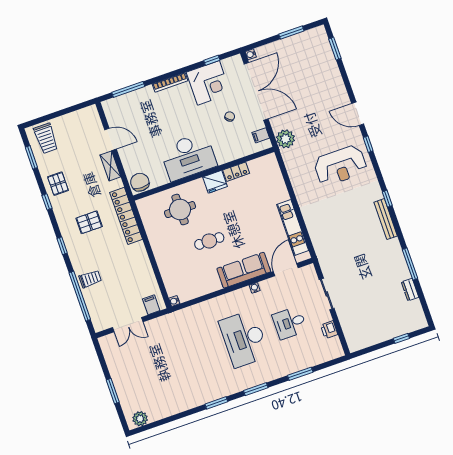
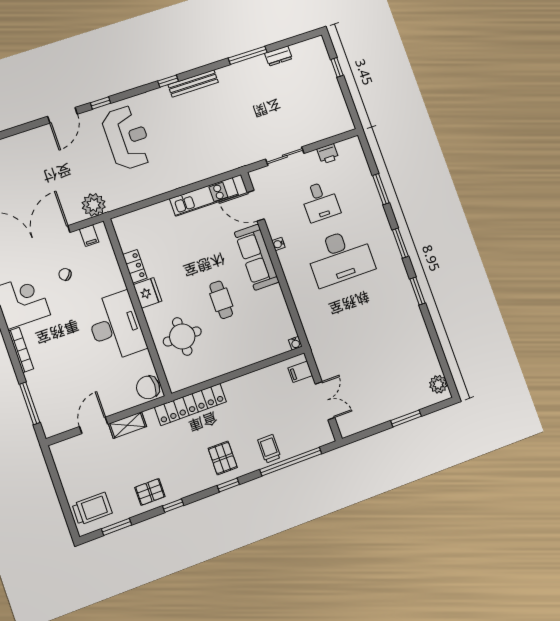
pallet: (89, 222) -> (223, 458), moved

